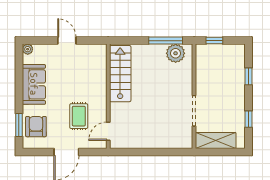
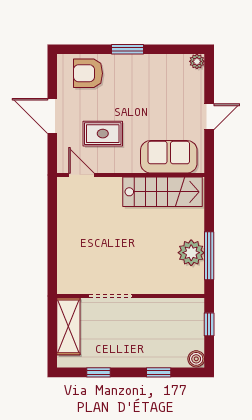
boiler: (239, 50) -> (196, 359), added
plant: (176, 53) -> (191, 253), moved
sofa: (34, 84) -> (169, 157), moved, turned 180
window: (19, 125) -> (128, 49), moved
armchair: (36, 127) -> (88, 73), turned 180

